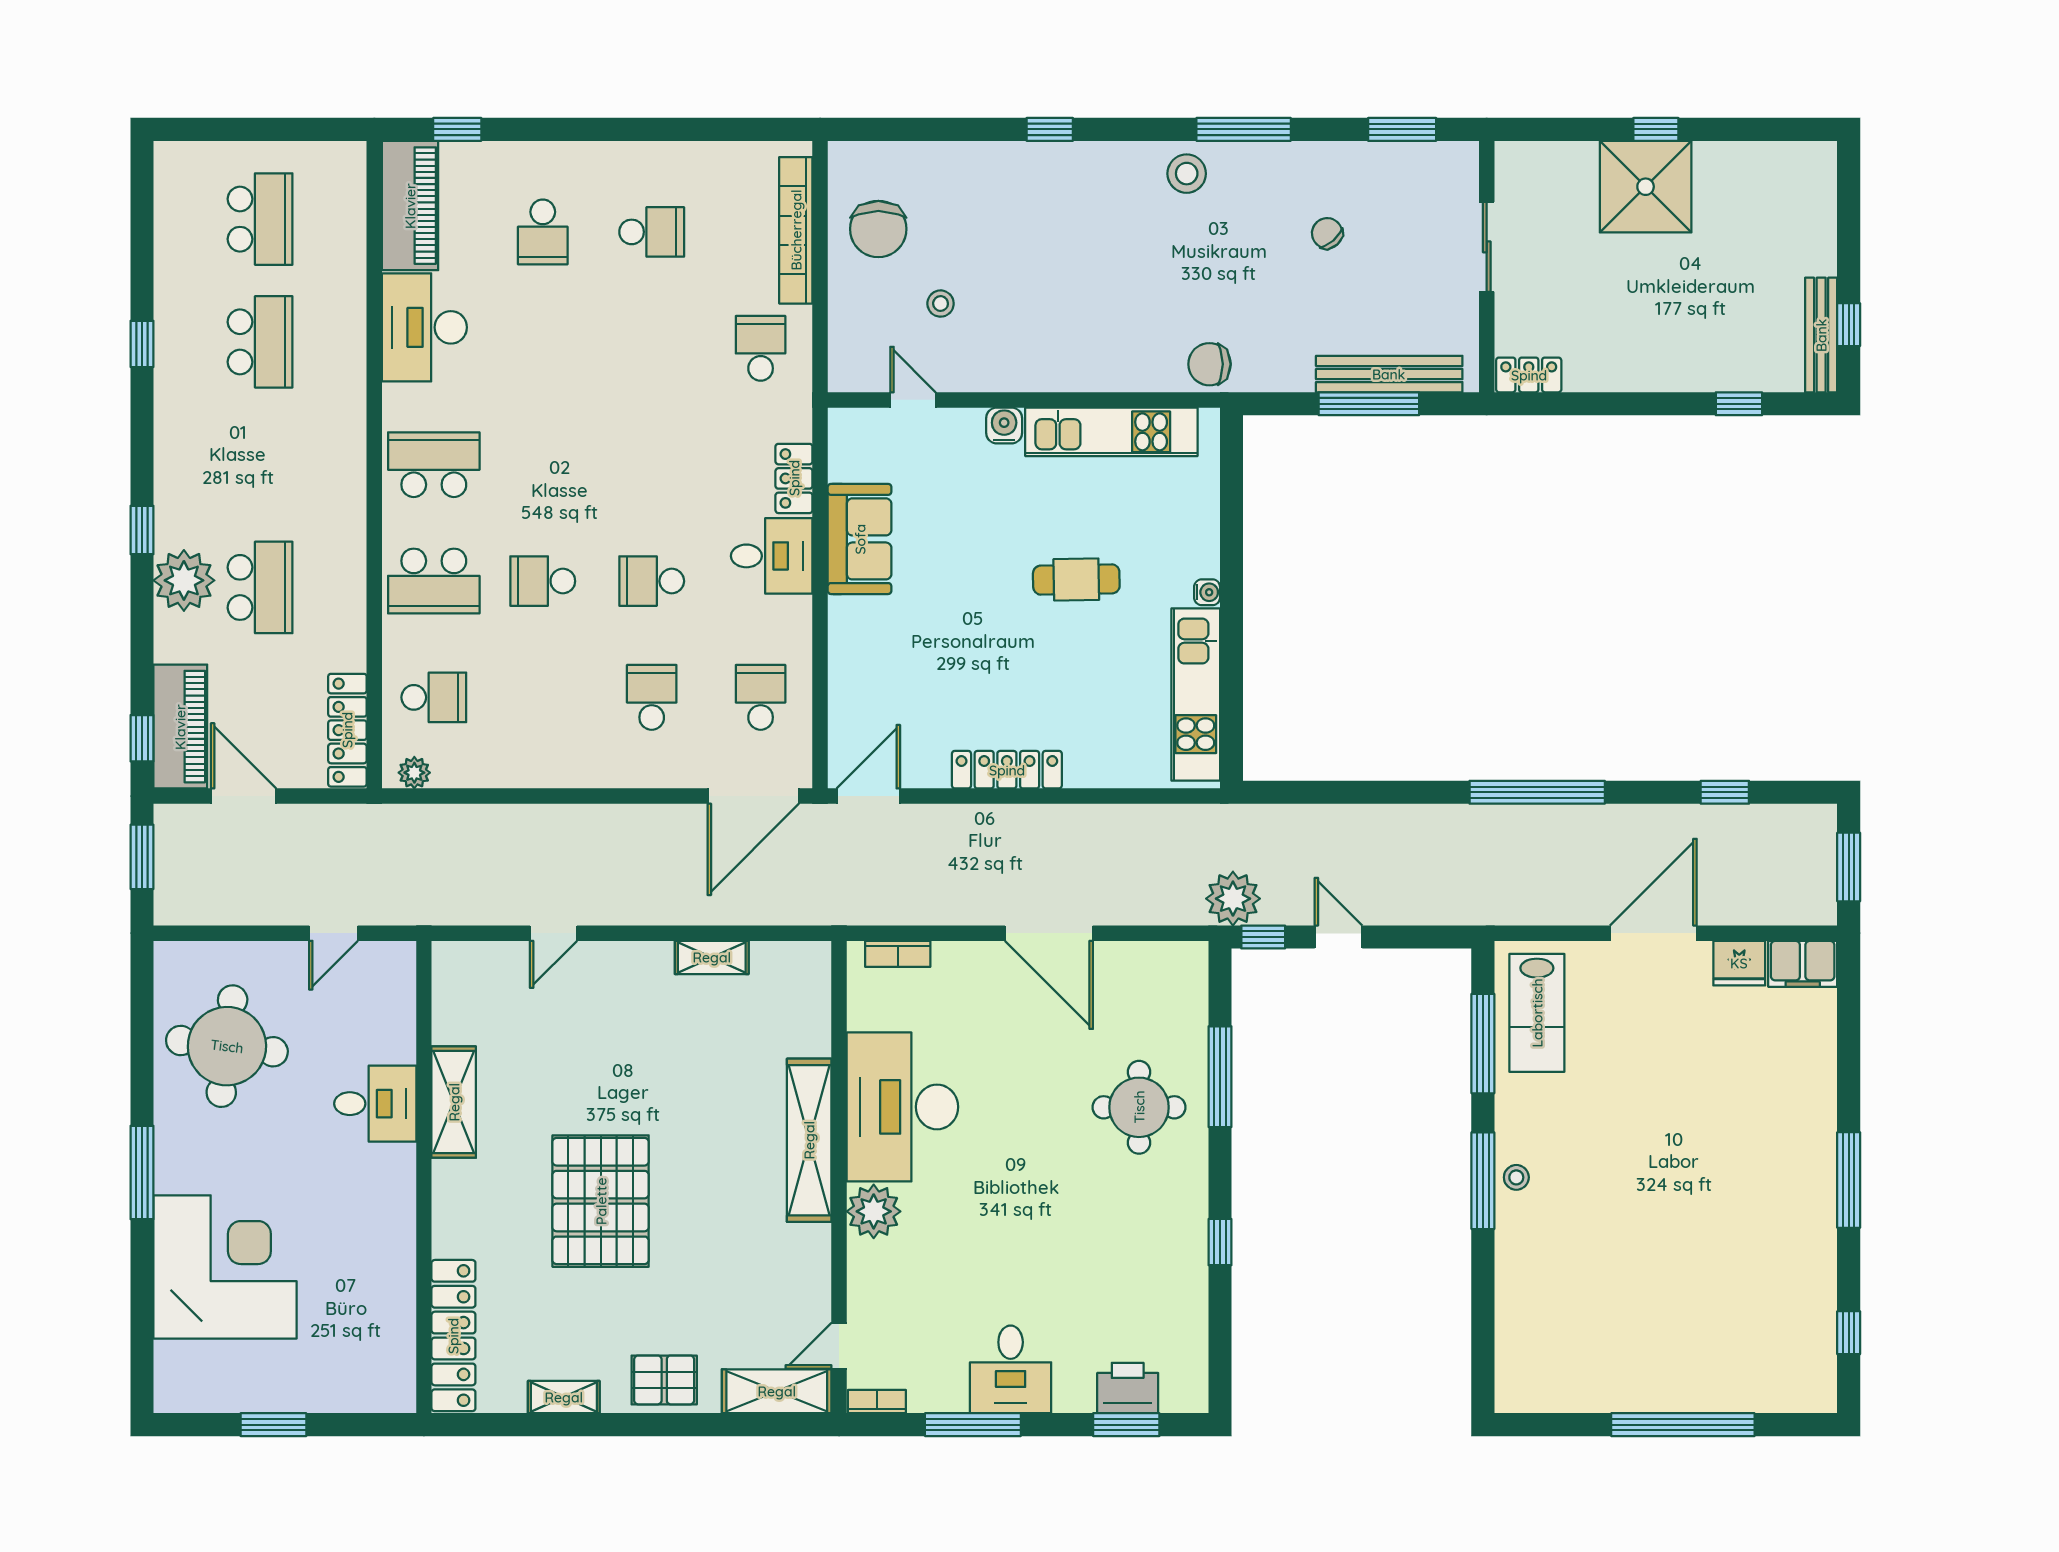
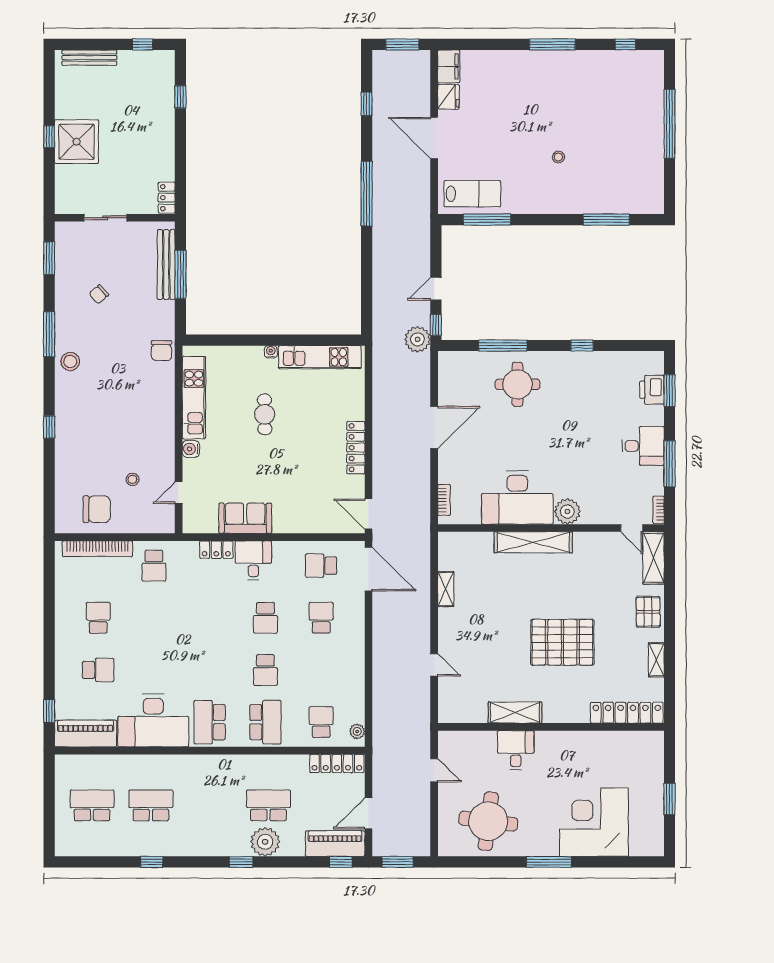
desk: (424, 327) -> (153, 721), width x1.36, depth x1.30
bench: (1821, 335) -> (89, 58), moved
school desk: (761, 348) -> (154, 566), turned -90
school desk: (652, 697) -> (321, 618), turned 90
stool: (1516, 1177) -> (558, 157), moved
window: (1483, 1181) -> (606, 220), moved

